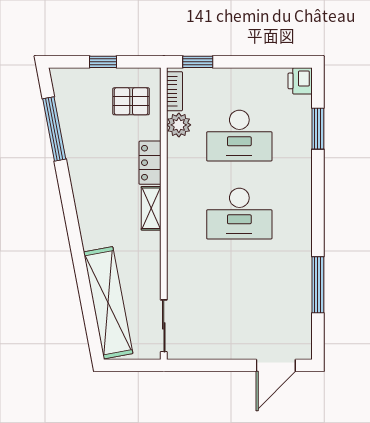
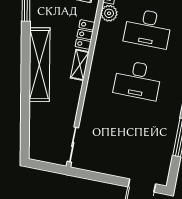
shelving: (108, 303) -> (39, 65), moved

